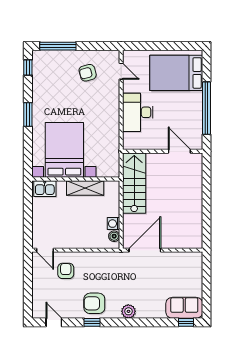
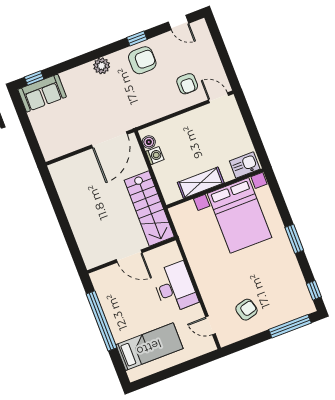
bed: (176, 73) -> (149, 347), width x0.67
door: (179, 151) -> (129, 256), moved

